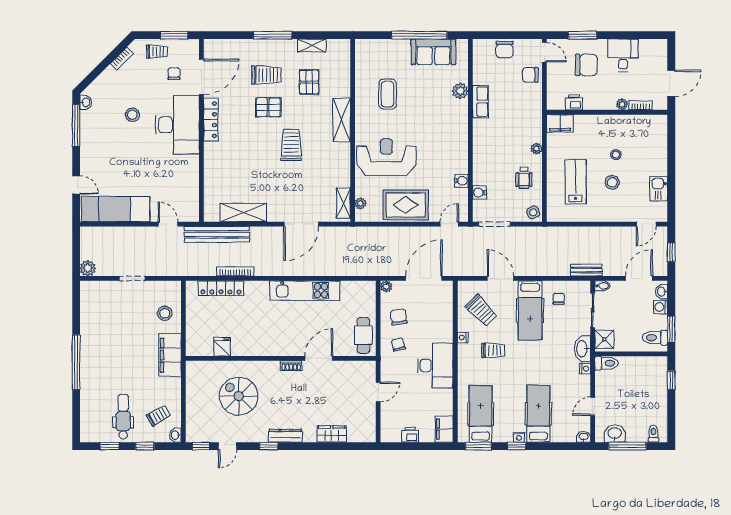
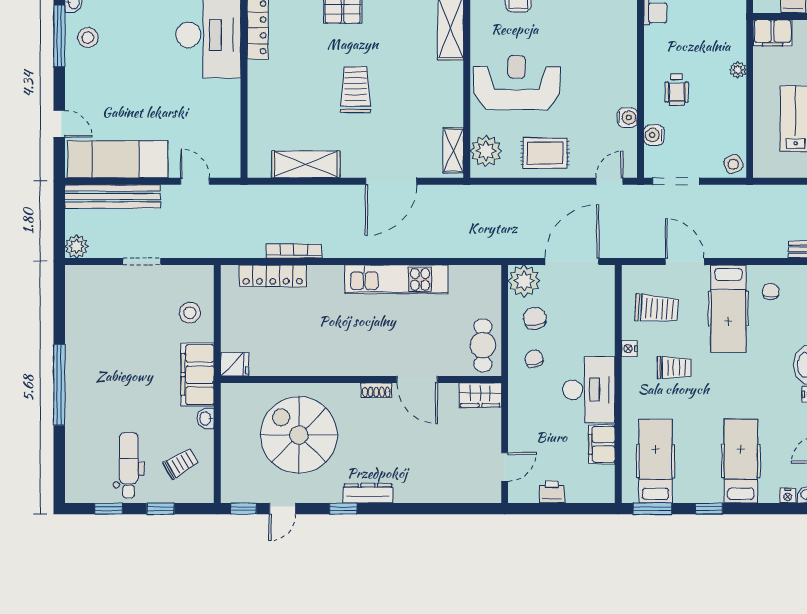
stool: (132, 115) -> (88, 38), moved
trolley: (291, 145) -> (355, 90), moved
wheelchair: (524, 178) -> (677, 89), moved
plant: (361, 203) -> (486, 151), width x1.87, depth x1.87
rug: (406, 205) -> (545, 153), width x0.73, depth x0.70
bench: (217, 234) -> (113, 196), moved
plant: (386, 286) -> (524, 281), width x1.88, depth x1.88
trolley: (481, 310) -> (657, 309), turned -42
fridge: (222, 347) -> (235, 364), moved, turned 90
door: (319, 358) -> (417, 379), swing flipped
door: (378, 392) -> (505, 467), moved
spiral stairs: (239, 396) -> (299, 435), width x1.37, depth x1.37
filing cabinet: (444, 429) -> (602, 444), moved
wardrobe: (332, 434) -> (480, 395), moved, turned 180
washbasin: (175, 435) -> (206, 419), moved
nightstand: (519, 437) -> (788, 496), moved

